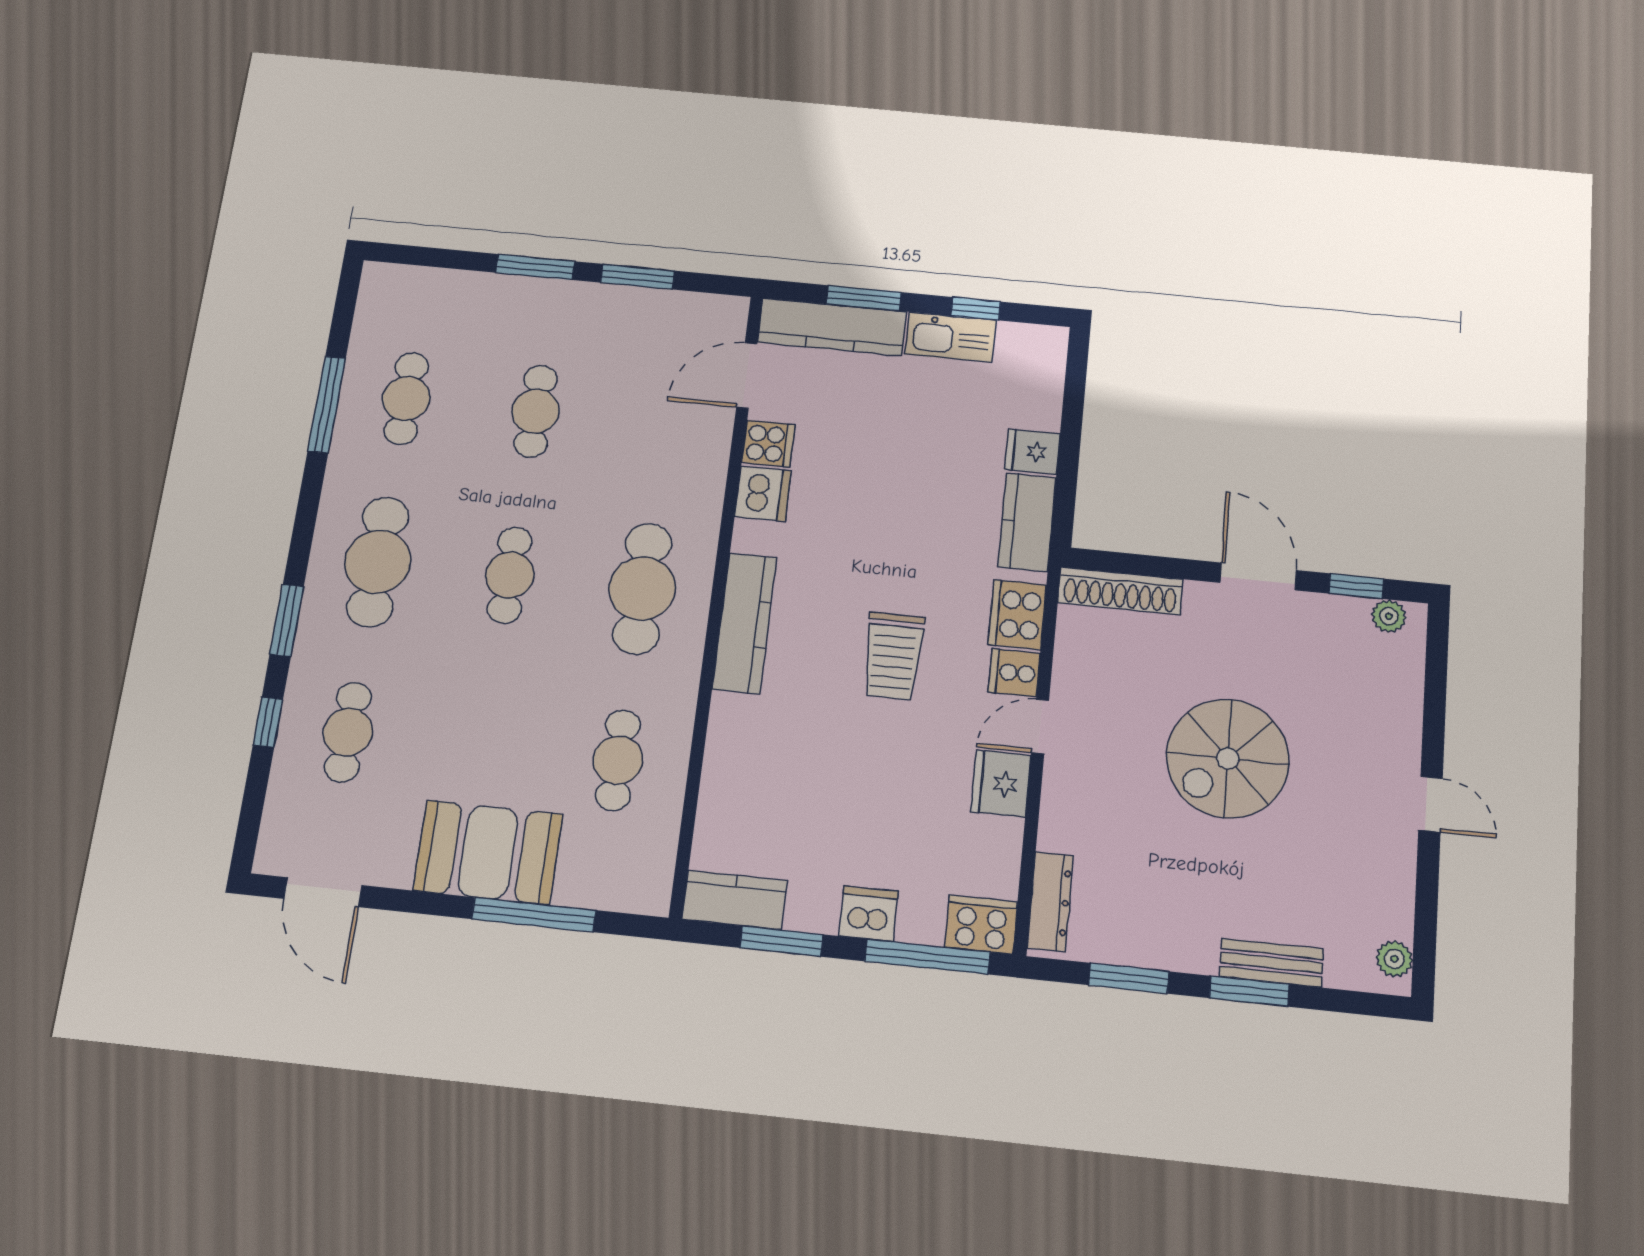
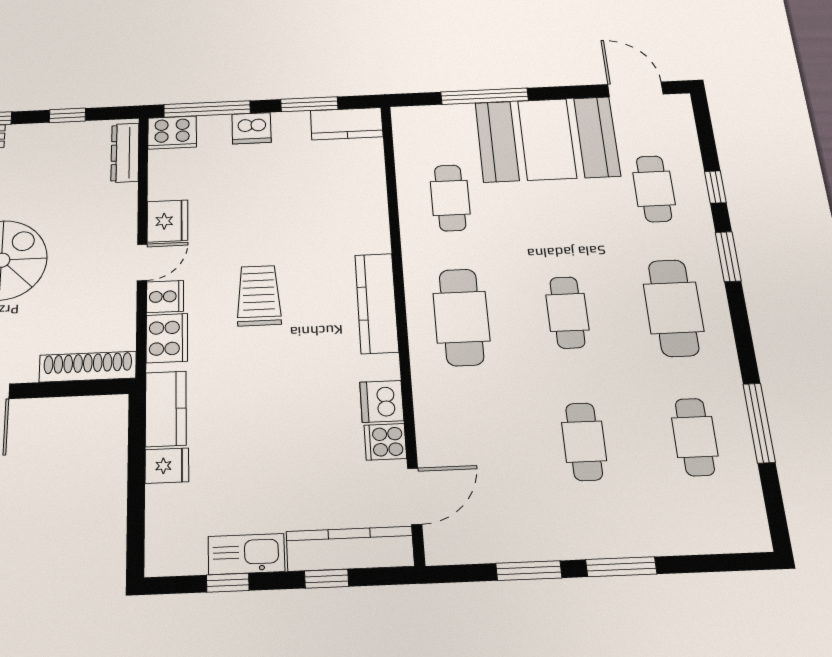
window: (864, 298) -> (327, 579), width x0.67
booth: (488, 852) -> (547, 139), width x1.36, depth x1.42
window: (1129, 978) -> (67, 115), width x0.67

